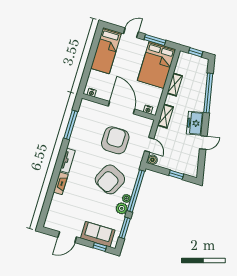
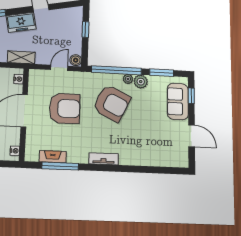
armchair: (115, 140) -> (65, 108), turned 180
fireplace: (61, 183) -> (53, 157), moved

